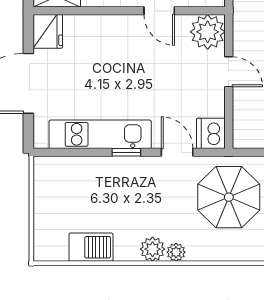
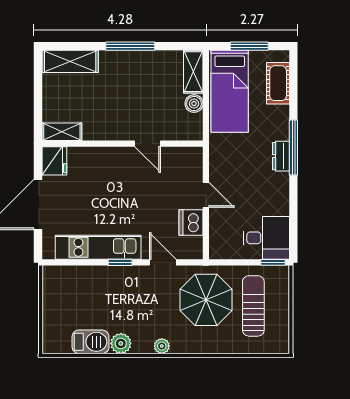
plant: (208, 32) -> (188, 161), removed
dishwasher: (211, 133) -> (191, 222), moved
plant: (153, 249) -> (121, 343), moved

